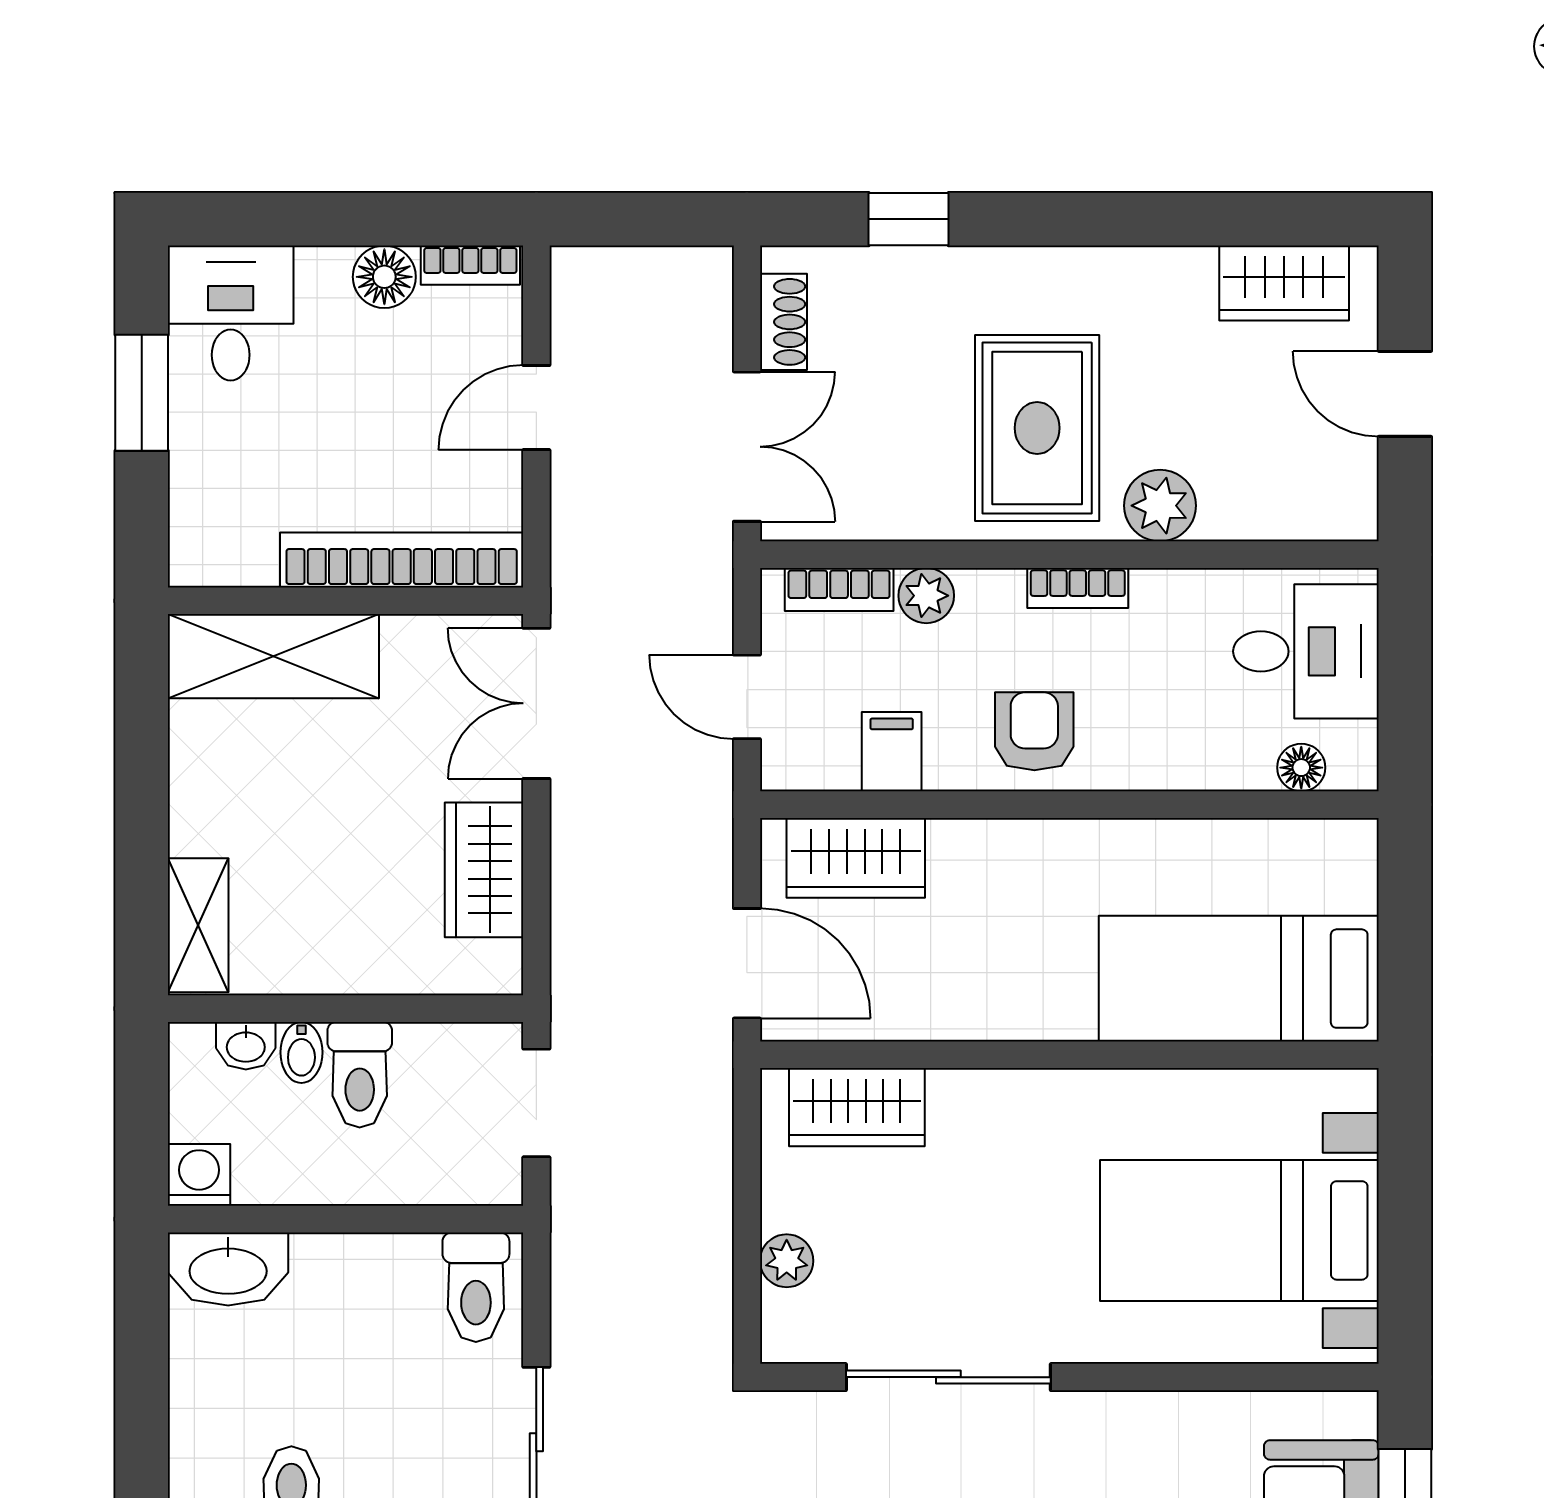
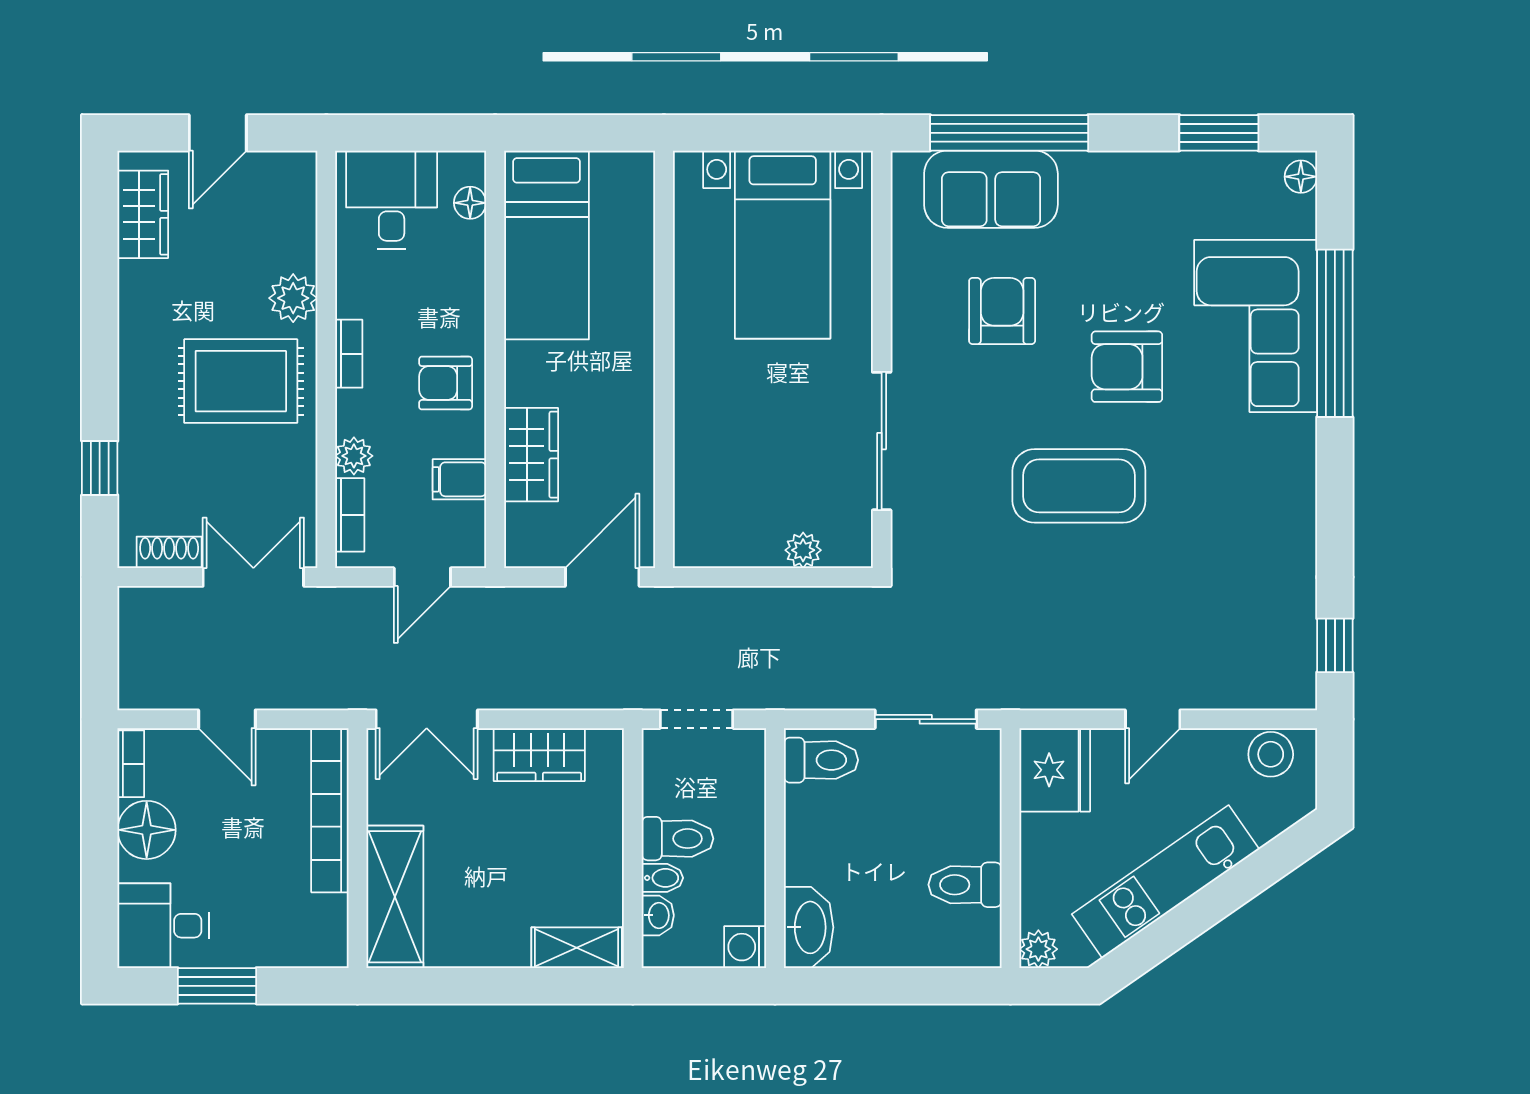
floor lamp: (384, 277) -> (147, 830), width x1.38, depth x1.38
wardrobe: (856, 858) -> (531, 455), moved
bed: (1239, 979) -> (546, 245), moved
wardrobe: (857, 1107) -> (699, 503), removed

